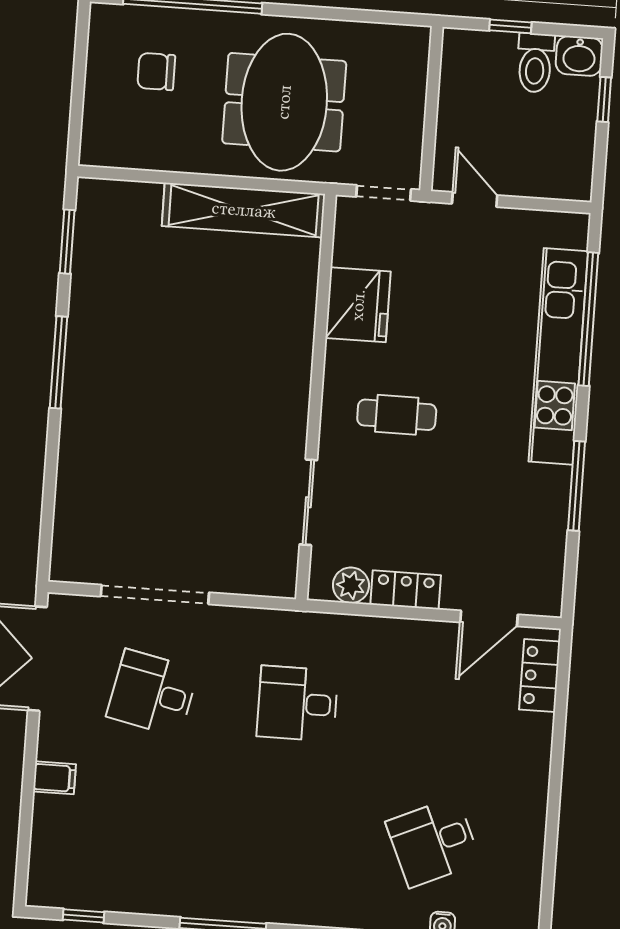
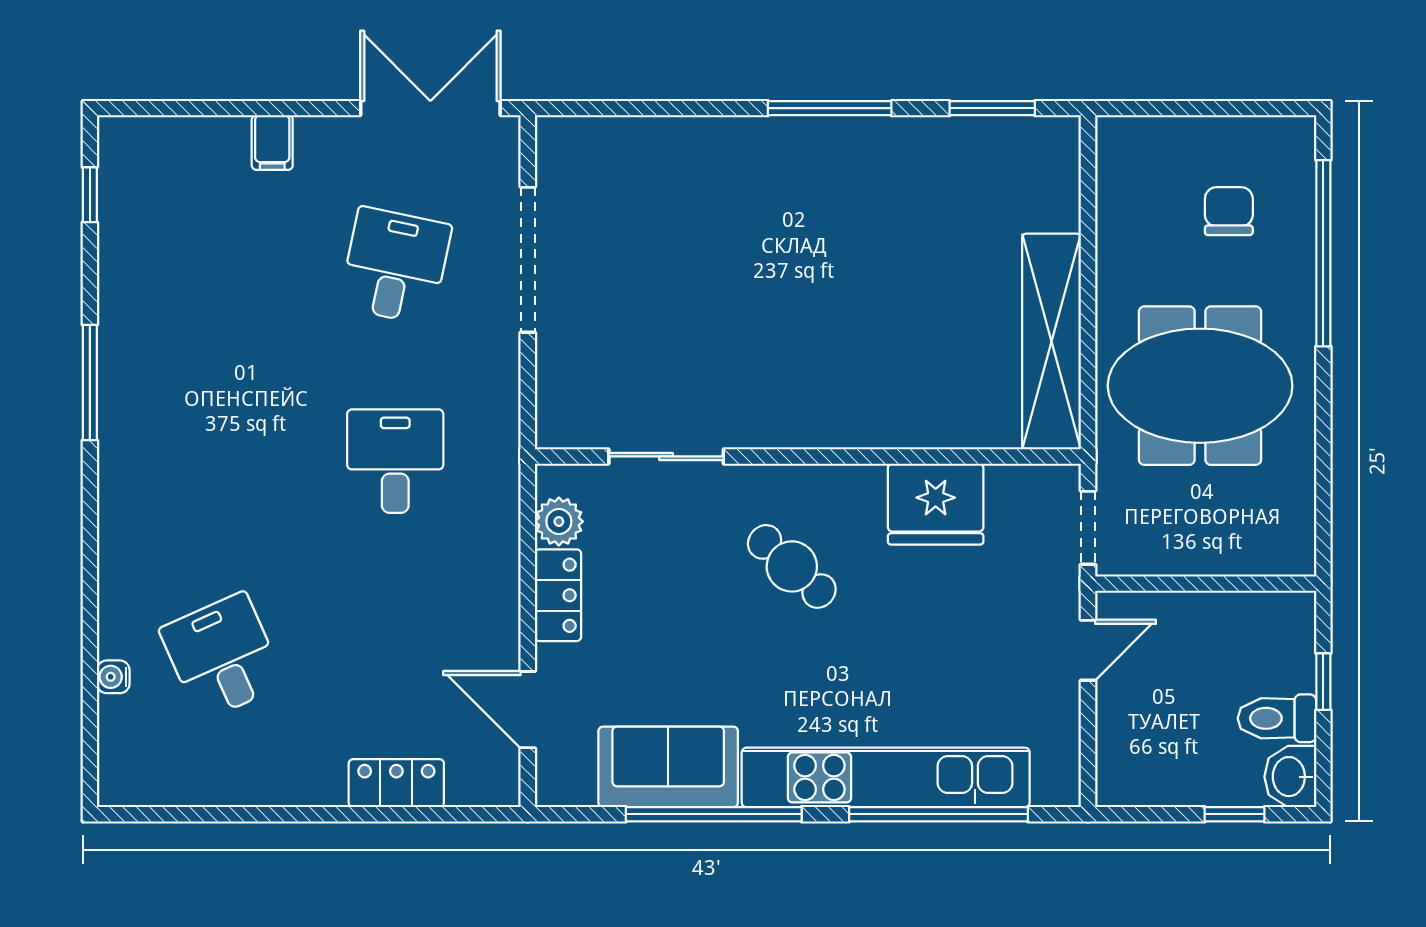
cafe table: (397, 415) -> (792, 566), turned -48
window: (576, 486) -> (714, 814), width x1.46
sofa: (539, 517) -> (668, 767), added
locker: (540, 676) -> (396, 783), moved

